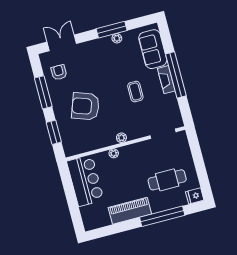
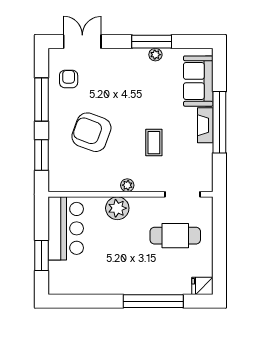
coffee table: (135, 92) -> (154, 143), moved
plant: (114, 153) -> (117, 208), width x1.88, depth x1.88
cafe table: (167, 180) -> (175, 236), moved
window: (73, 205) -> (42, 256), added
piano: (130, 211) -> (113, 283), removed

